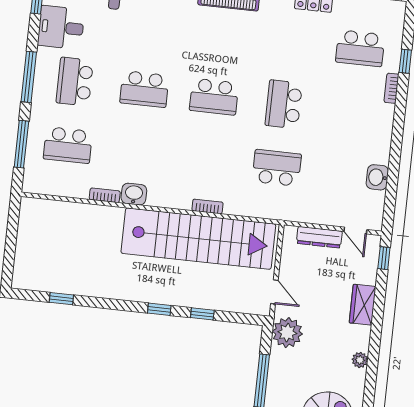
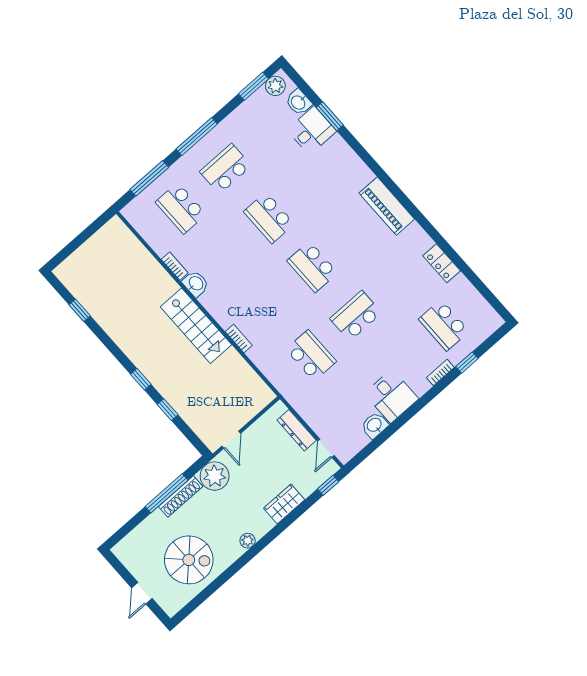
desk: (61, 27) -> (391, 396), moved, turned 180
stairs: (198, 239) -> (196, 326), width x0.54, depth x0.66
shoe rack: (275, 373) -> (181, 497), added

